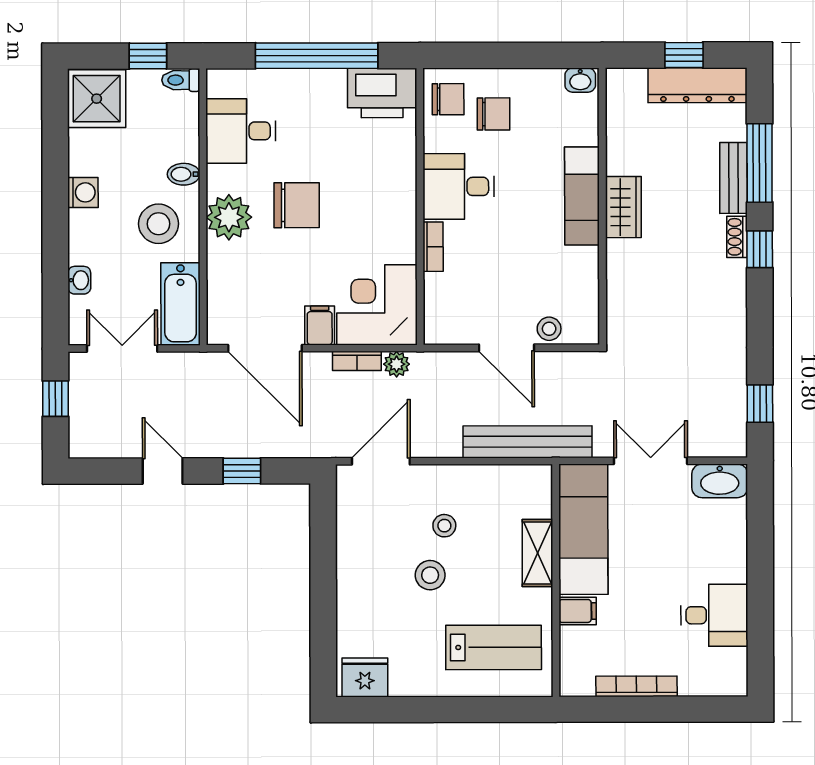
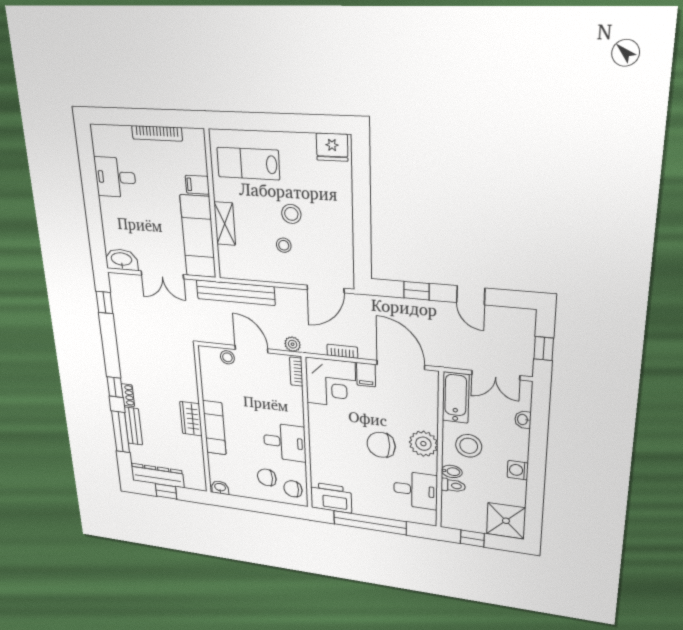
toilet: (181, 80) -> (453, 486), moved
bookcase: (433, 247) -> (296, 372), moved
plant: (397, 364) -> (293, 344), moved

